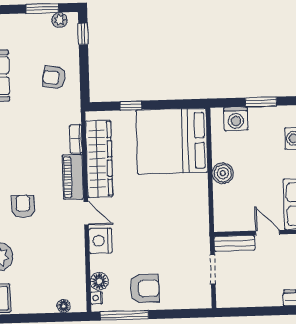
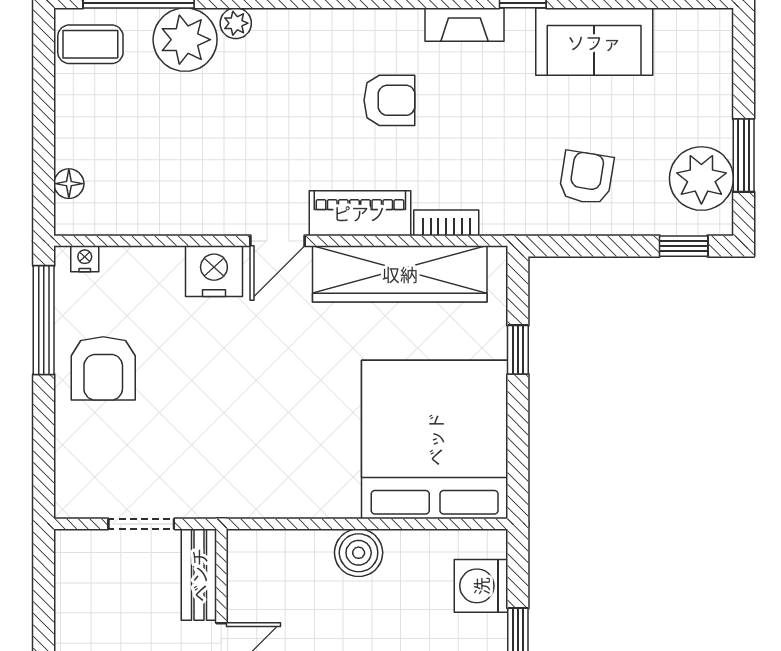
plant: (59, 20) -> (701, 179), width x1.87, depth x1.87
armchair: (23, 206) -> (389, 100), moved
floor lamp: (99, 281) -> (122, 266), removed

